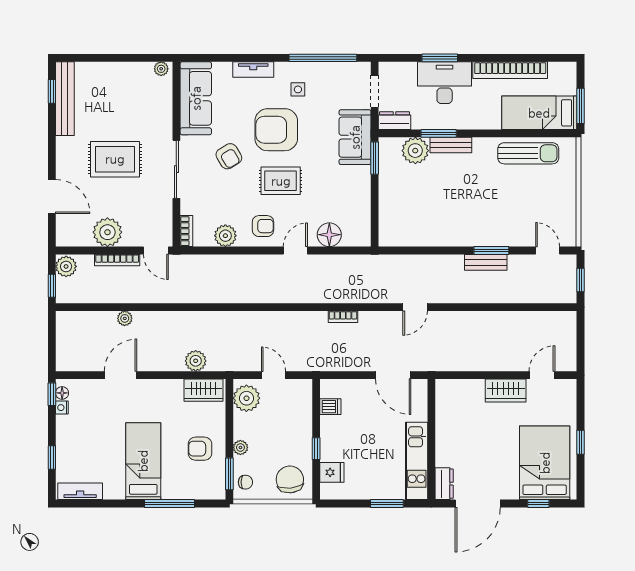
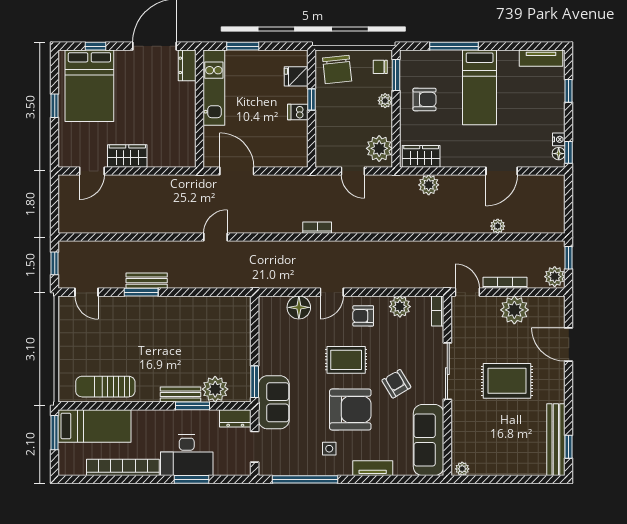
bookcase: (343, 317) -> (317, 228), moved
dishwasher: (330, 407) -> (298, 112), moved

